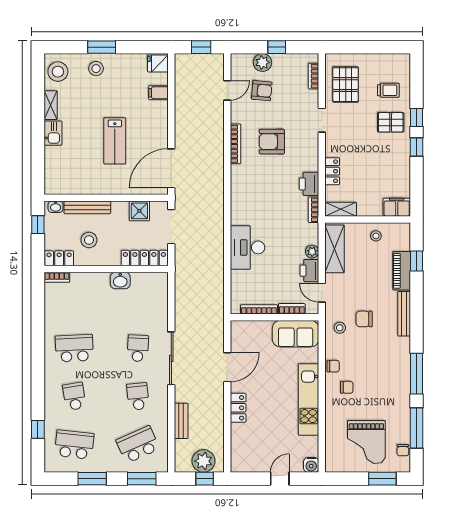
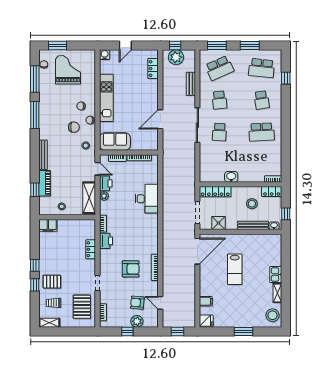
stool: (96, 69) -> (247, 317), removed
door: (227, 90) -> (160, 303), hinge flipped
lab bench: (115, 141) -> (235, 269), turned 180
shelving: (341, 209) -> (49, 323), moved
chair: (364, 319) -> (74, 127), moved
locker: (238, 408) -> (153, 69), moved

